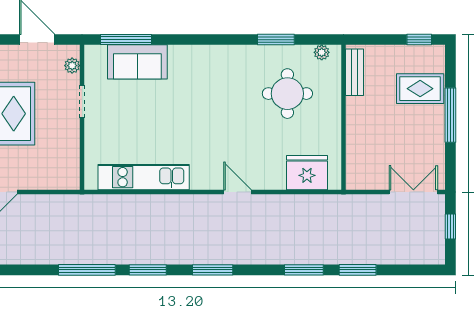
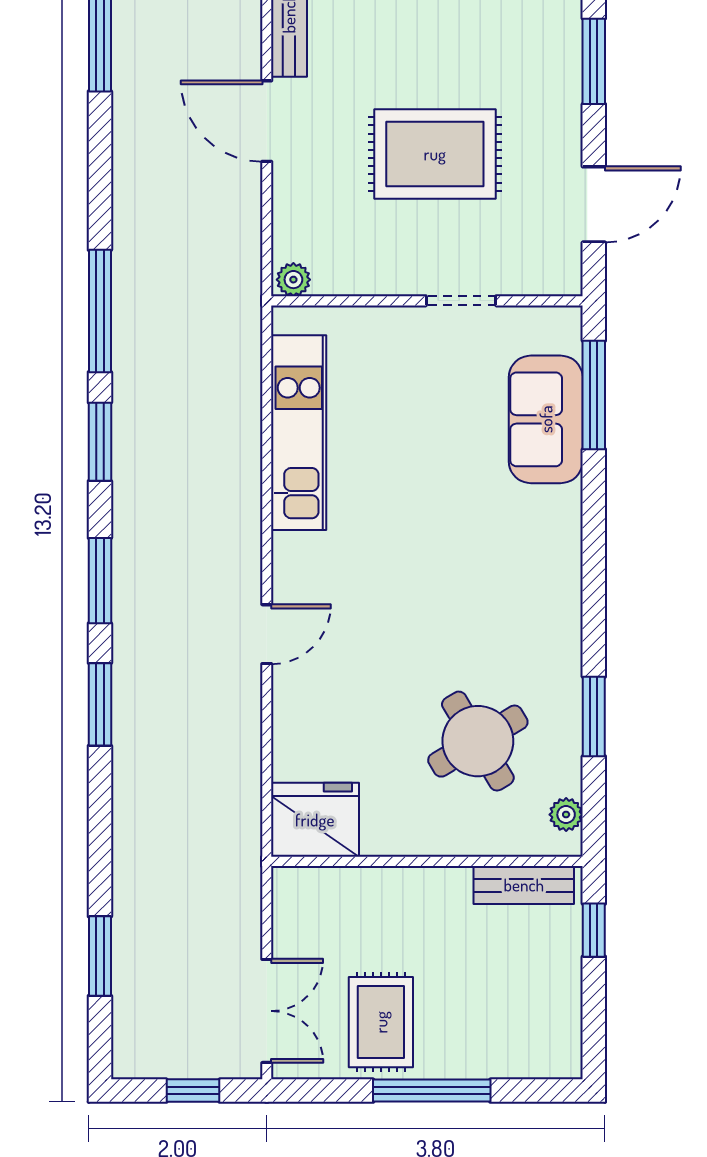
window: (419, 40) -> (594, 930), moved
plant: (72, 66) -> (293, 280), moved
rug: (420, 89) -> (381, 1022), moved
round table: (287, 94) -> (478, 741), turned -31
fridge: (307, 173) -> (315, 820), moved, turned -90
window: (304, 270) -> (100, 704), moved
window: (358, 270) -> (100, 956), moved

